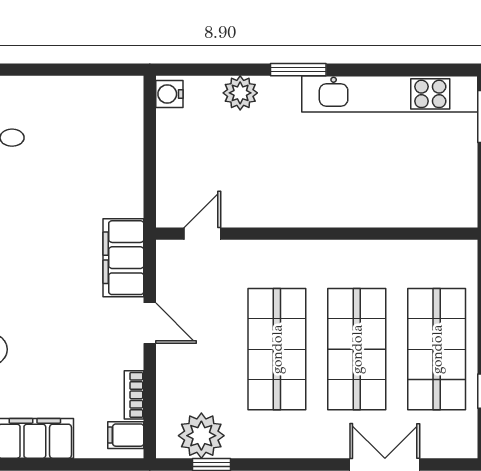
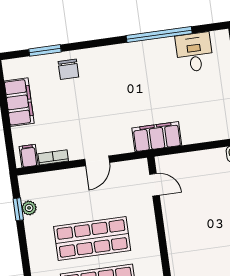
filing cabinet: (123, 258) -> (157, 137), moved
plant: (201, 436) -> (29, 208), width x0.53, depth x0.53

